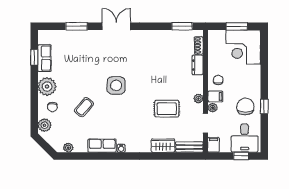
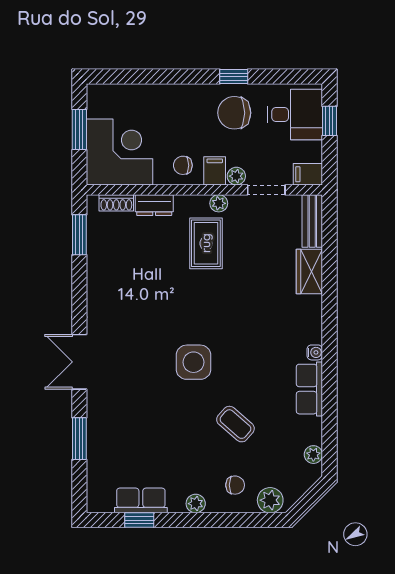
corner desk: (243, 47) -> (120, 152), moved, turned -90
plant: (47, 87) -> (196, 504), width x0.53, depth x0.53
rug: (167, 109) -> (206, 243), moved

